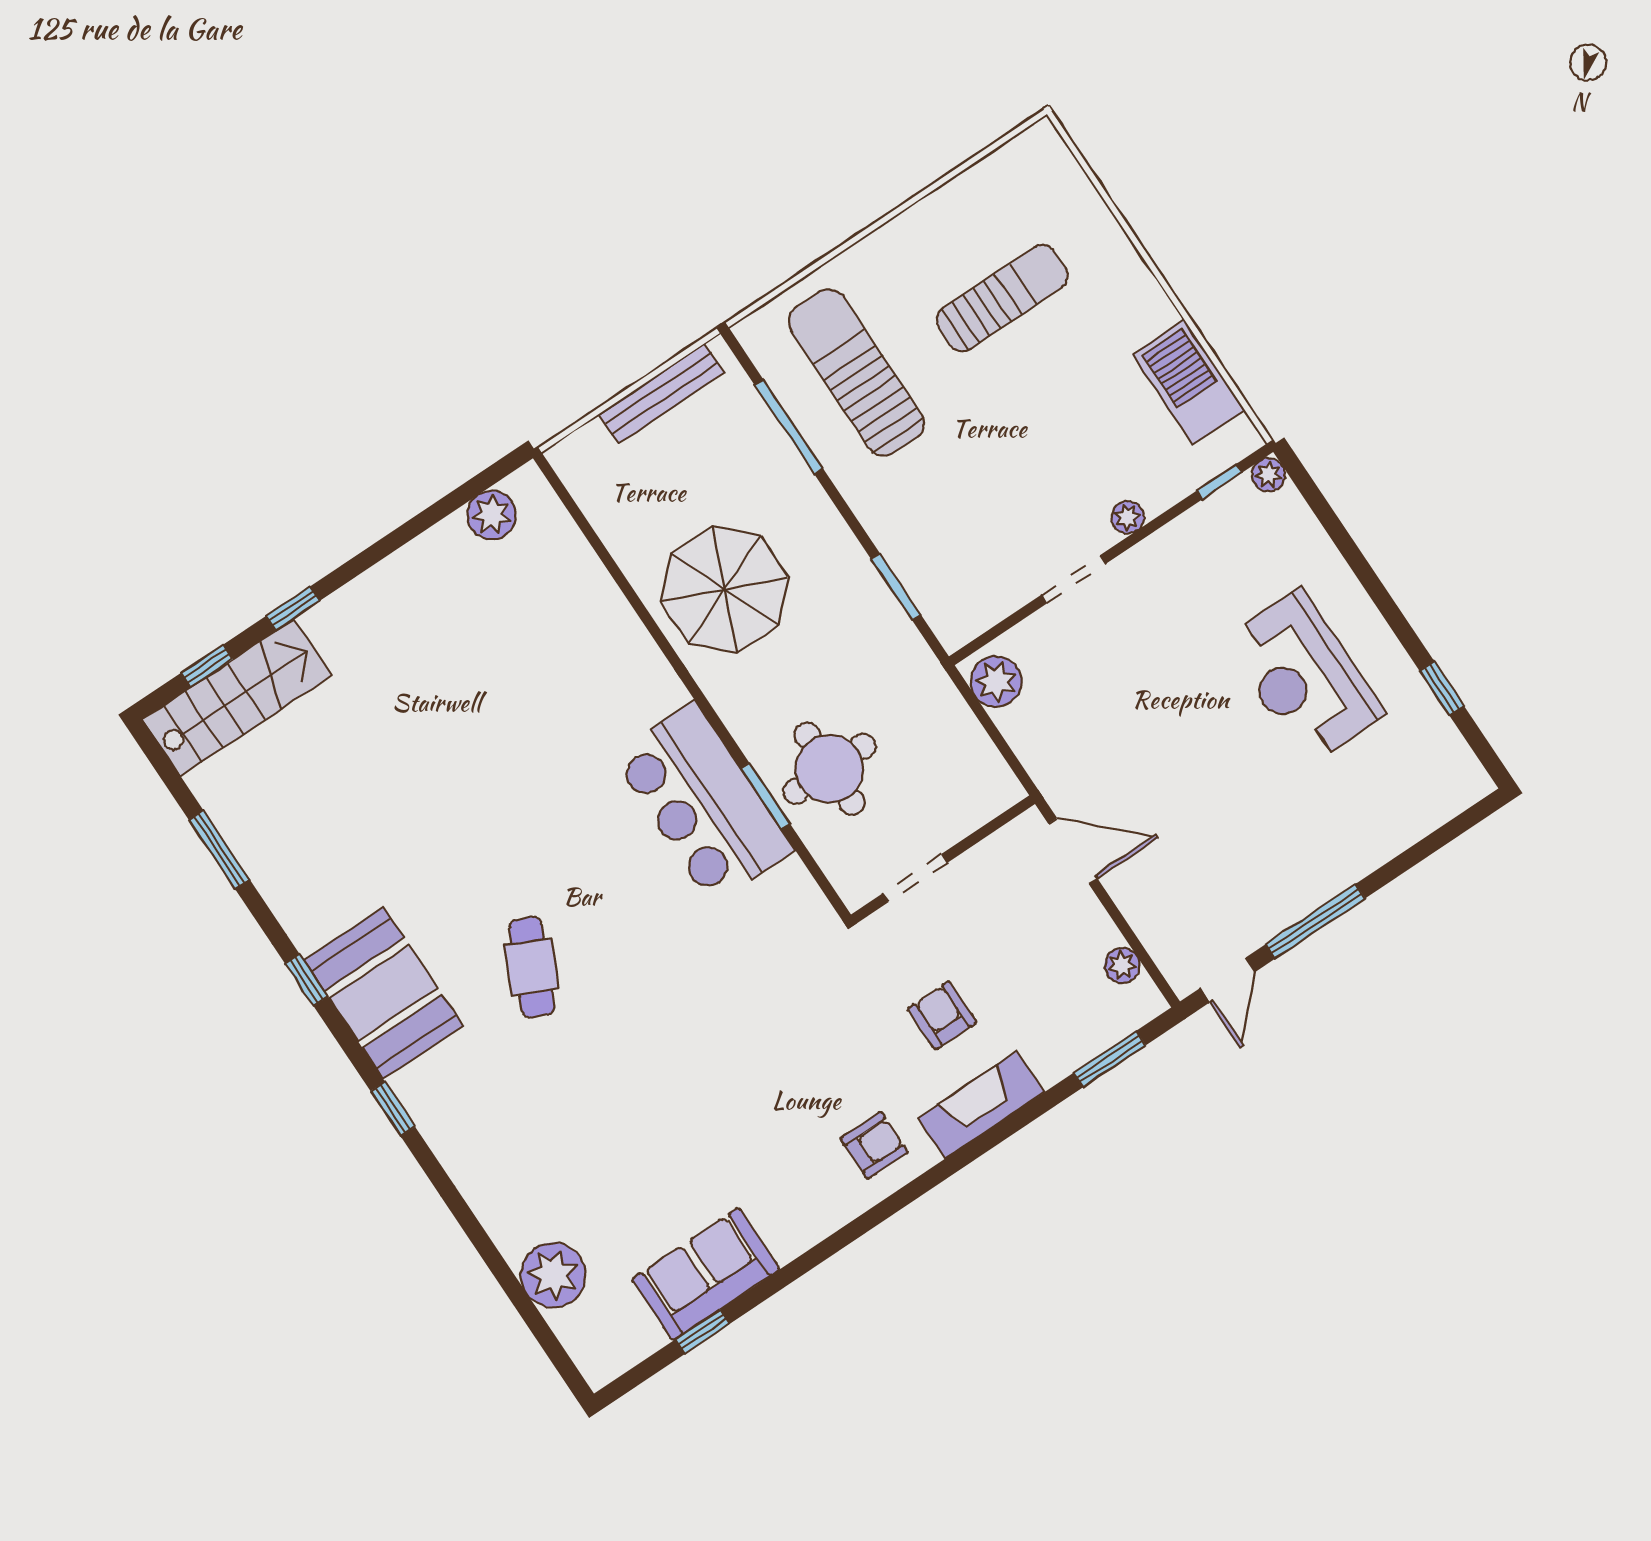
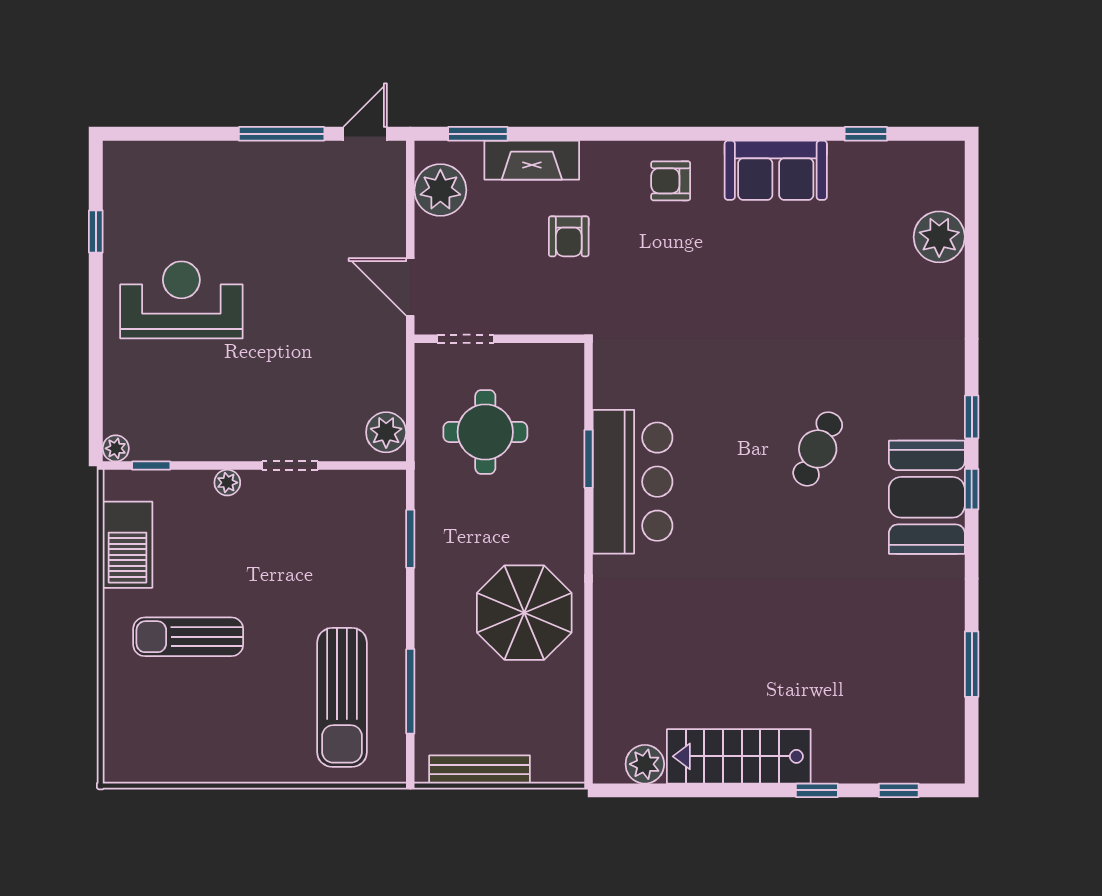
sun lounger: (1002, 298) -> (188, 637), moved
reception desk: (1304, 677) -> (181, 300), turned -90
stairs: (237, 697) -> (739, 756), moved
round table: (830, 769) -> (485, 432), moved
doorway: (915, 878) -> (465, 339), moved
plant: (1122, 965) -> (440, 190), width x1.88, depth x1.88
window: (306, 980) -> (972, 489), moved
fireplace: (981, 1105) -> (532, 160), moved
sofa: (706, 1274) -> (776, 170), moved

